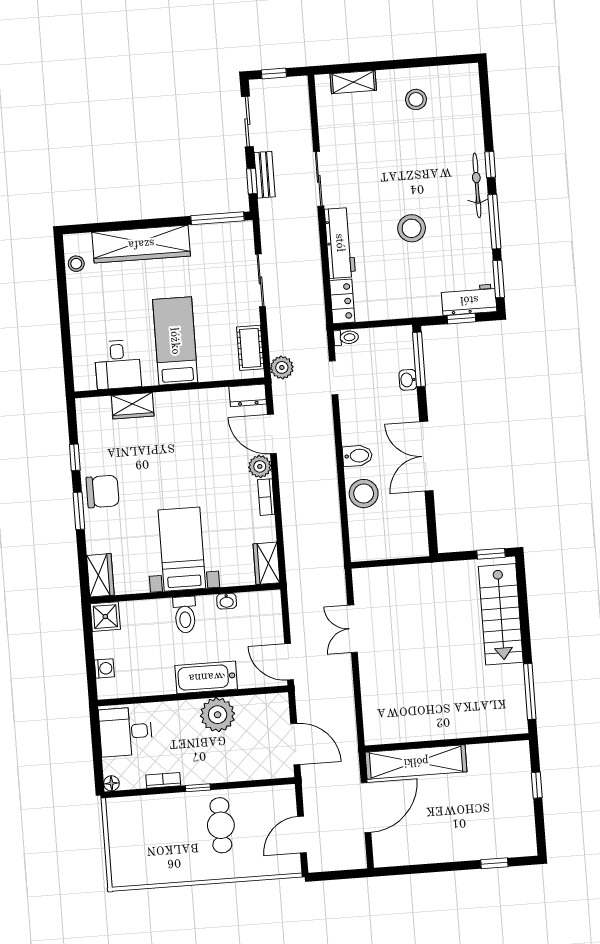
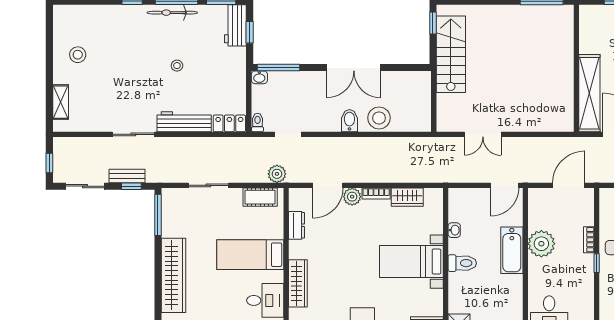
bicycle: (477, 185) -> (172, 13), moved
stool: (412, 228) -> (177, 66), width x0.53, depth x0.53
washbasin: (408, 380) -> (259, 77), moved
dresser: (248, 395) -> (297, 225), moved
wardrobe: (133, 406) -> (298, 283), width x1.50
wardrobe: (266, 563) -> (407, 197), moved
stairs: (501, 614) -> (451, 54), moved, turned -90
bookcase: (163, 780) -> (589, 240), moved

